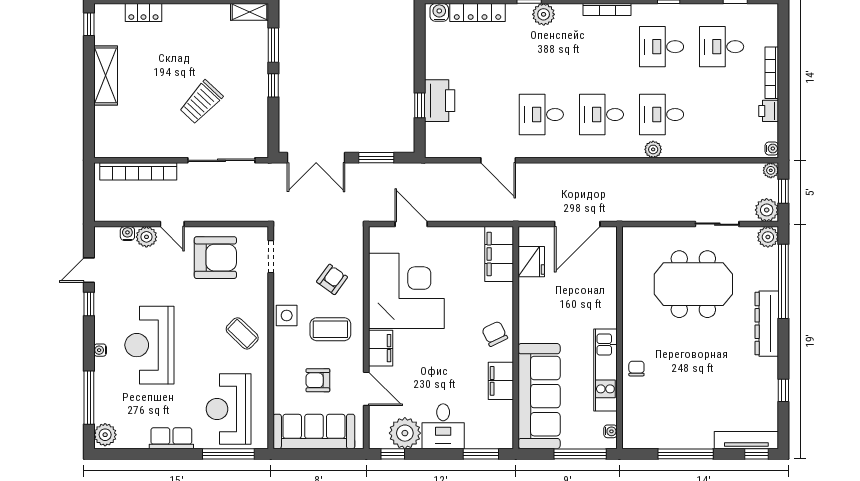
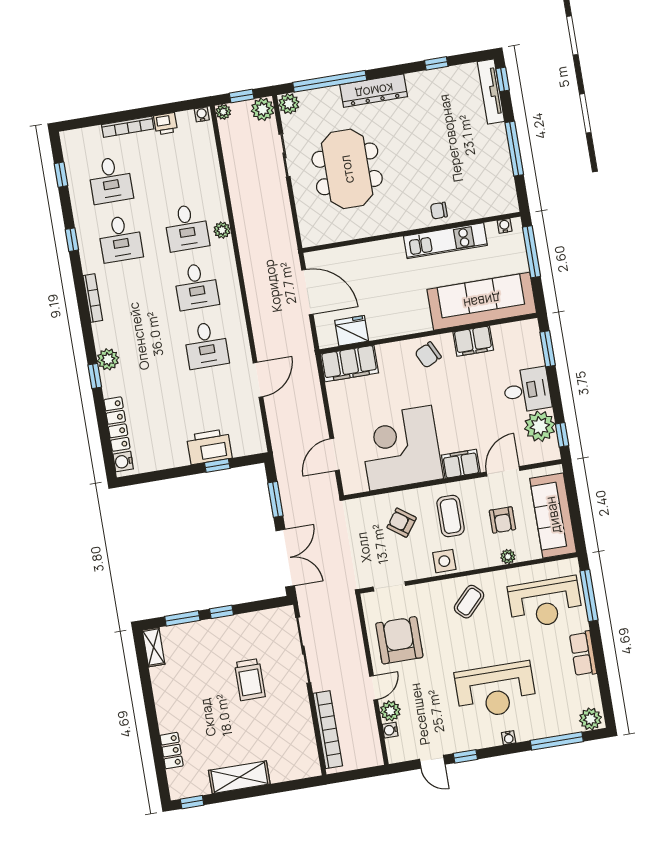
trolley: (201, 102) -> (250, 680), turned 47
plant: (281, 380) -> (508, 557), added

